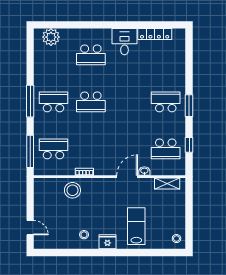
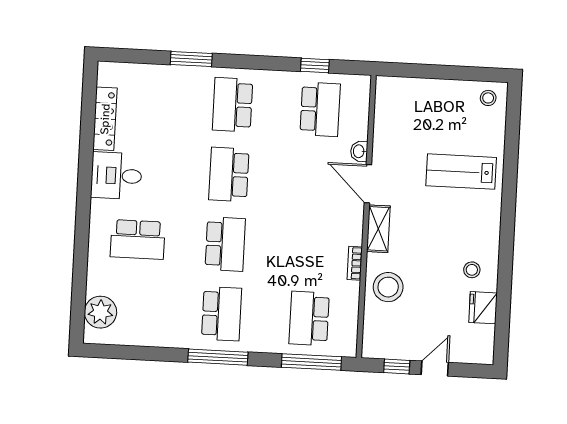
school desk: (91, 55) -> (138, 239), turned 90
school desk: (53, 102) -> (222, 314), turned 180
school desk: (128, 102) -> (229, 174), added
window: (189, 106) -> (191, 59), moved
shelving: (167, 183) -> (378, 229), moved
window: (30, 197) -> (397, 366), added
door: (30, 228) -> (435, 368), moved
fridge: (107, 242) -> (483, 308), moved

